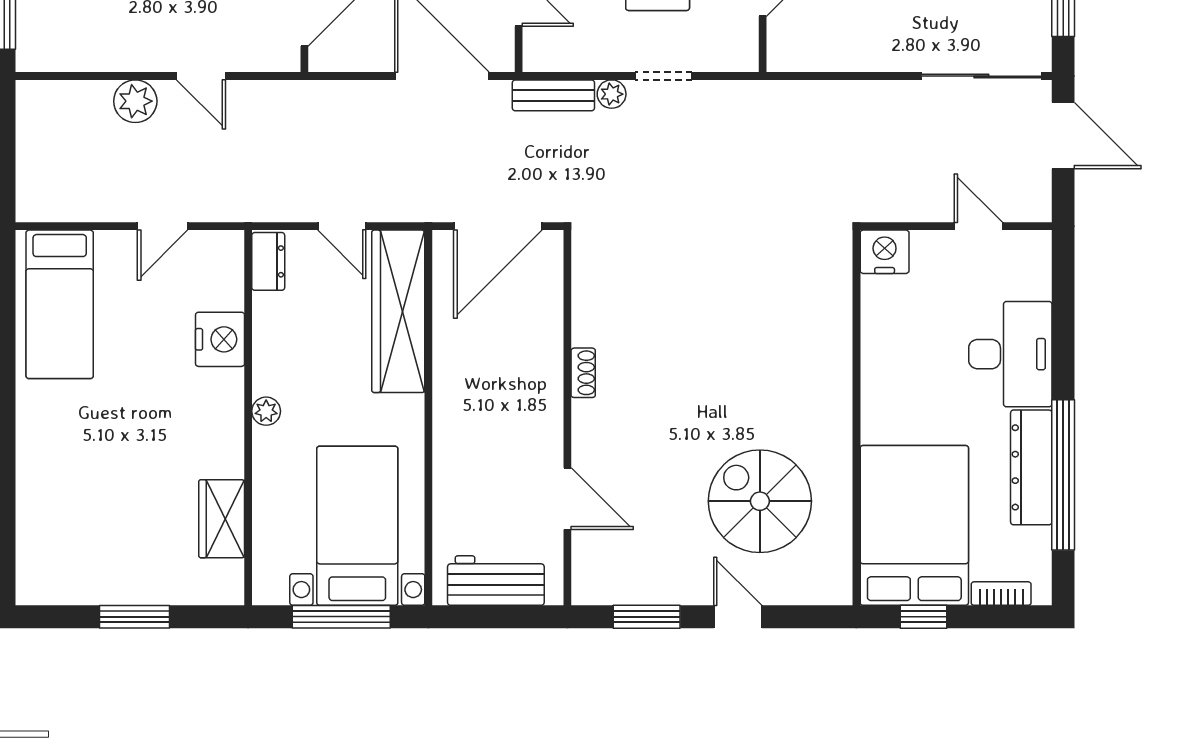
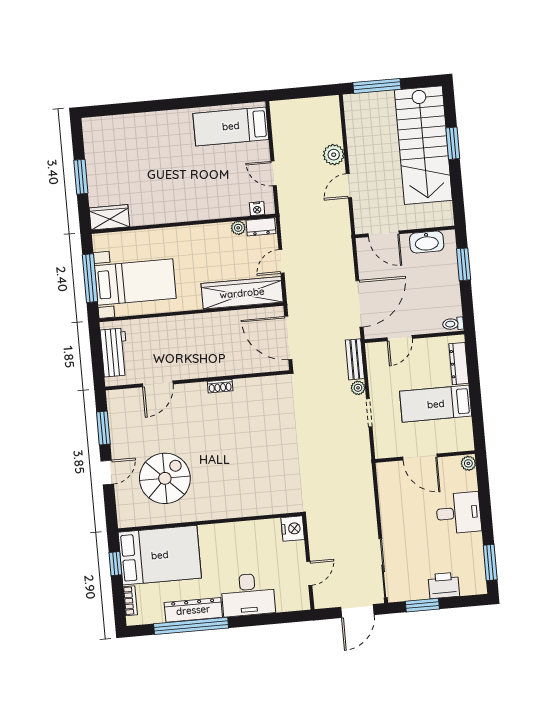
nightstand: (220, 339) -> (257, 209), moved, width x0.53, depth x0.56
plant: (266, 411) -> (238, 228), moved
wardrobe: (222, 519) -> (109, 217), moved

